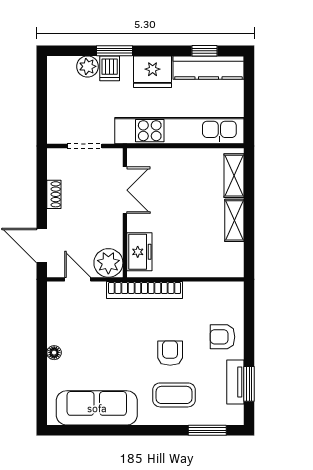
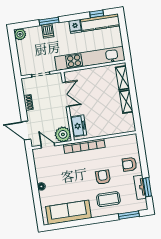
plant: (88, 66) -> (20, 34), moved
fridge: (153, 72) -> (75, 26), width x0.53, depth x0.75

